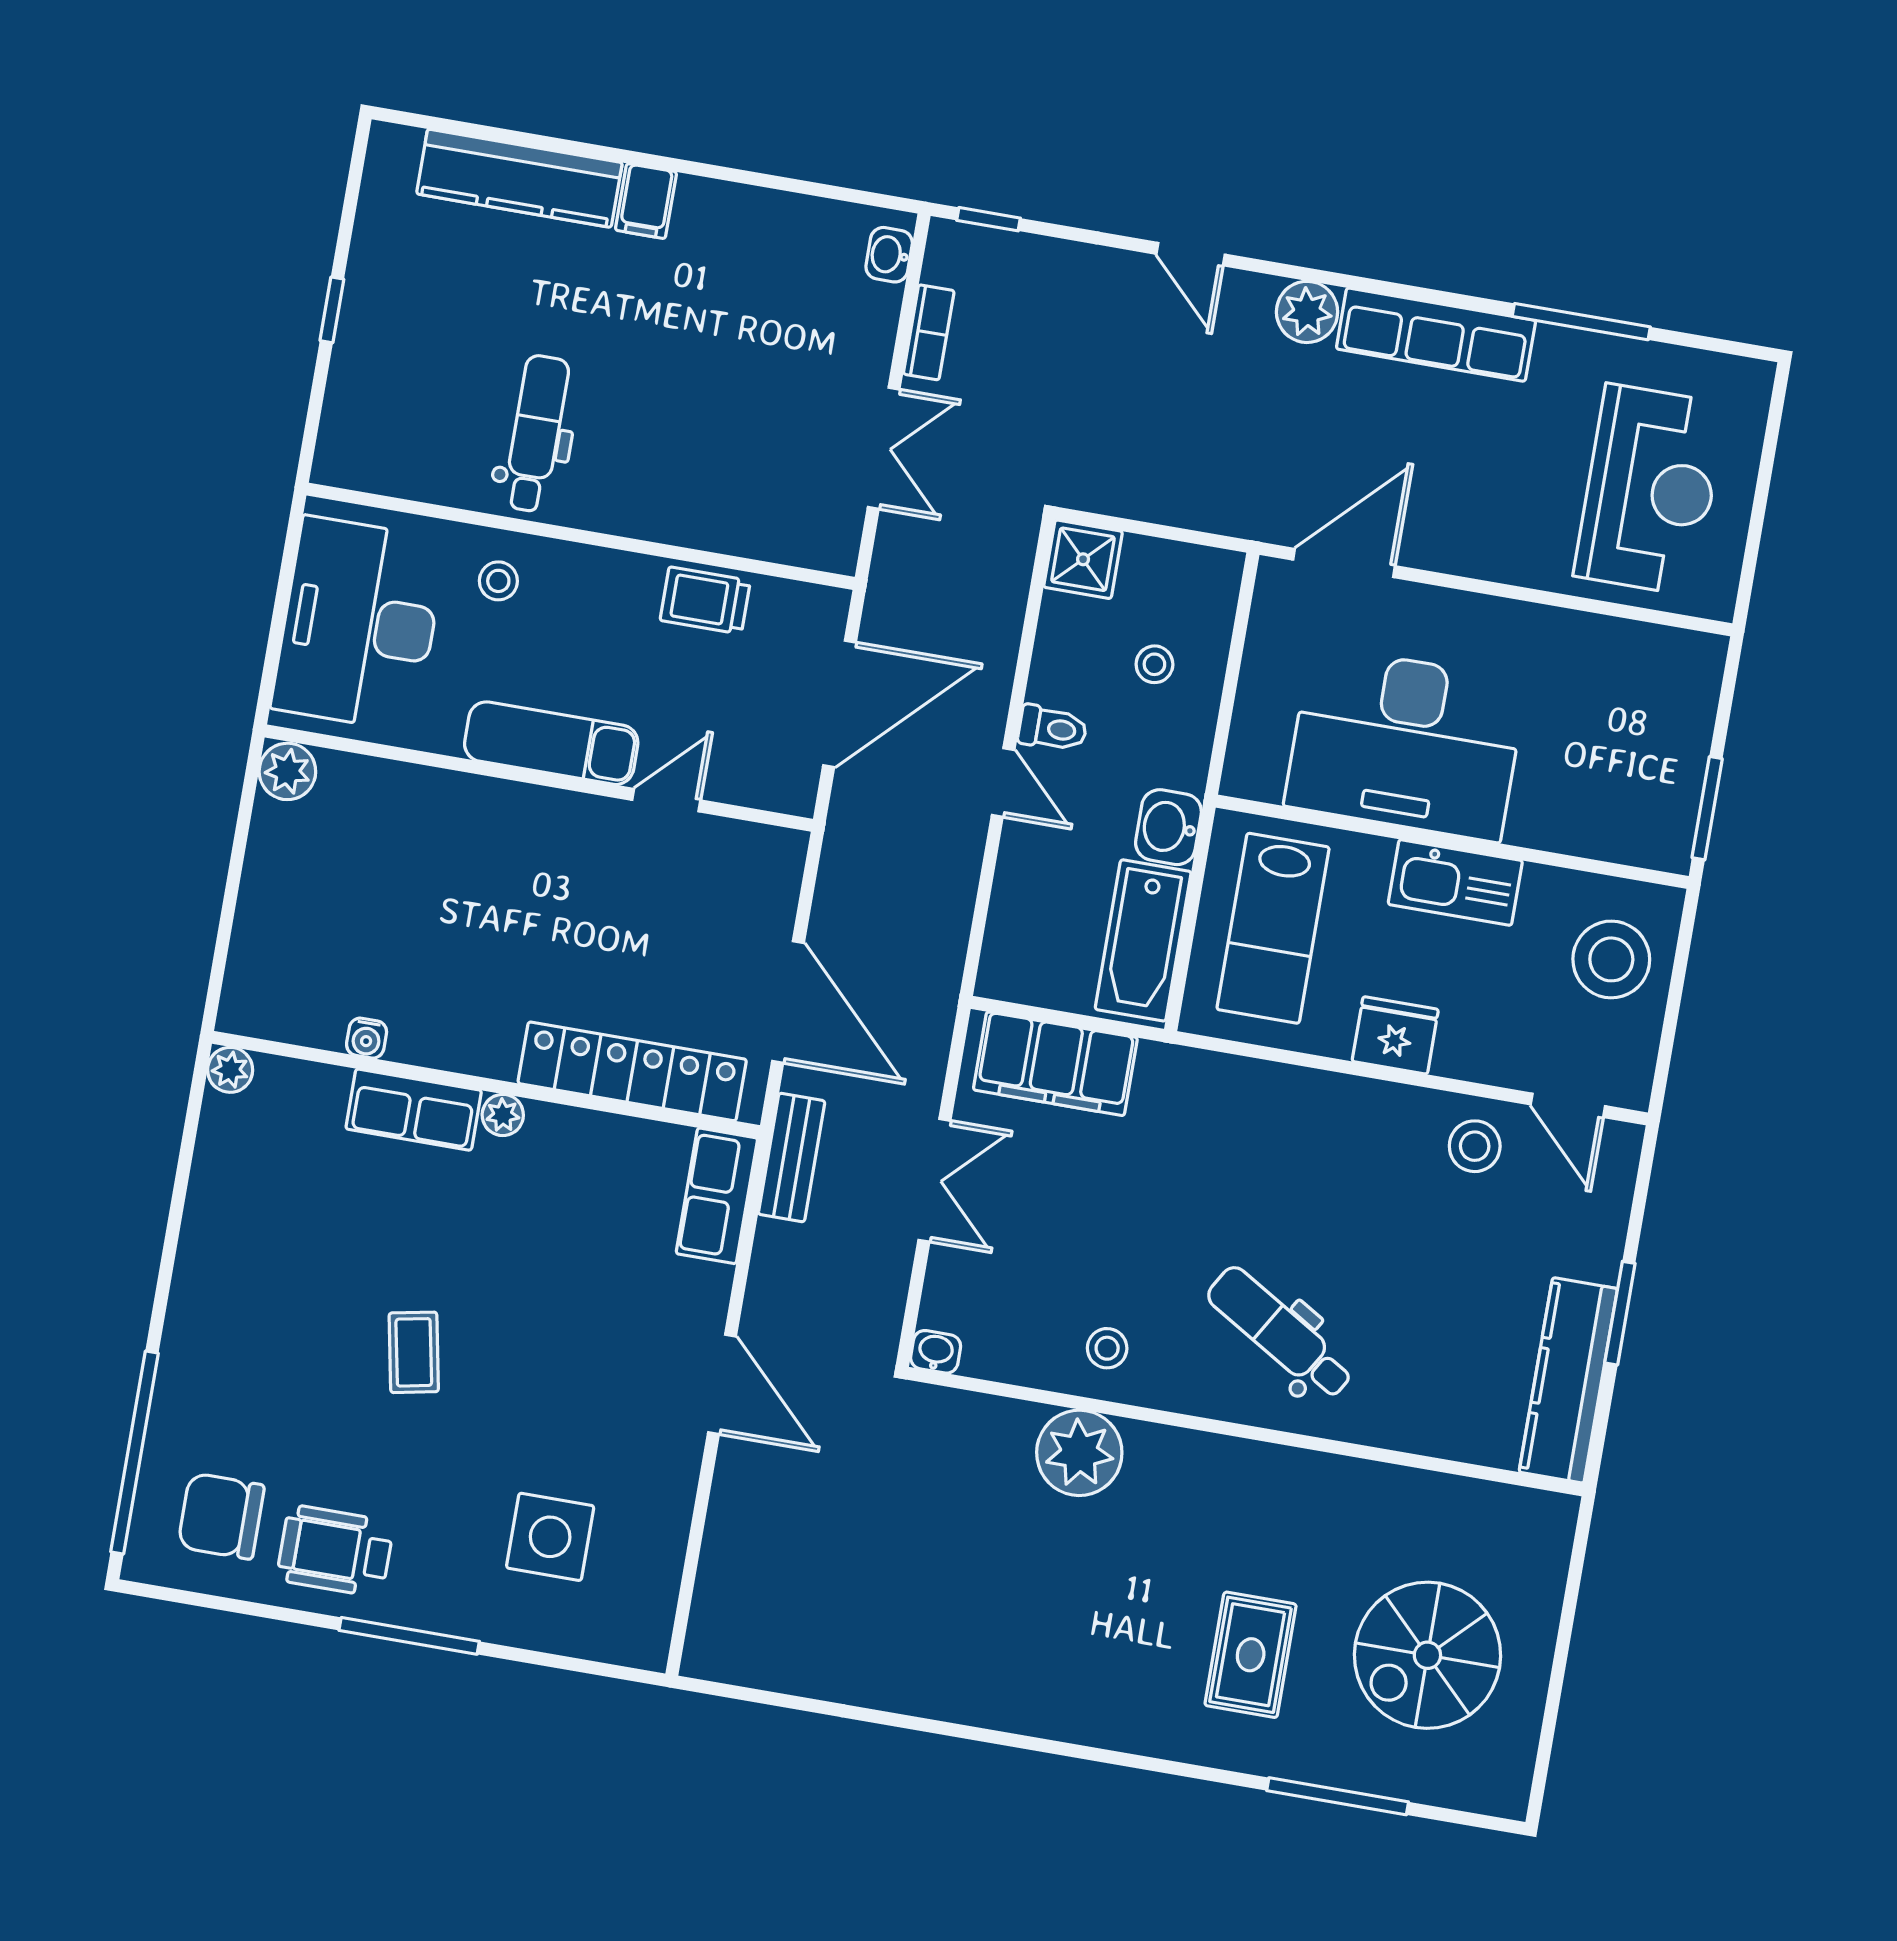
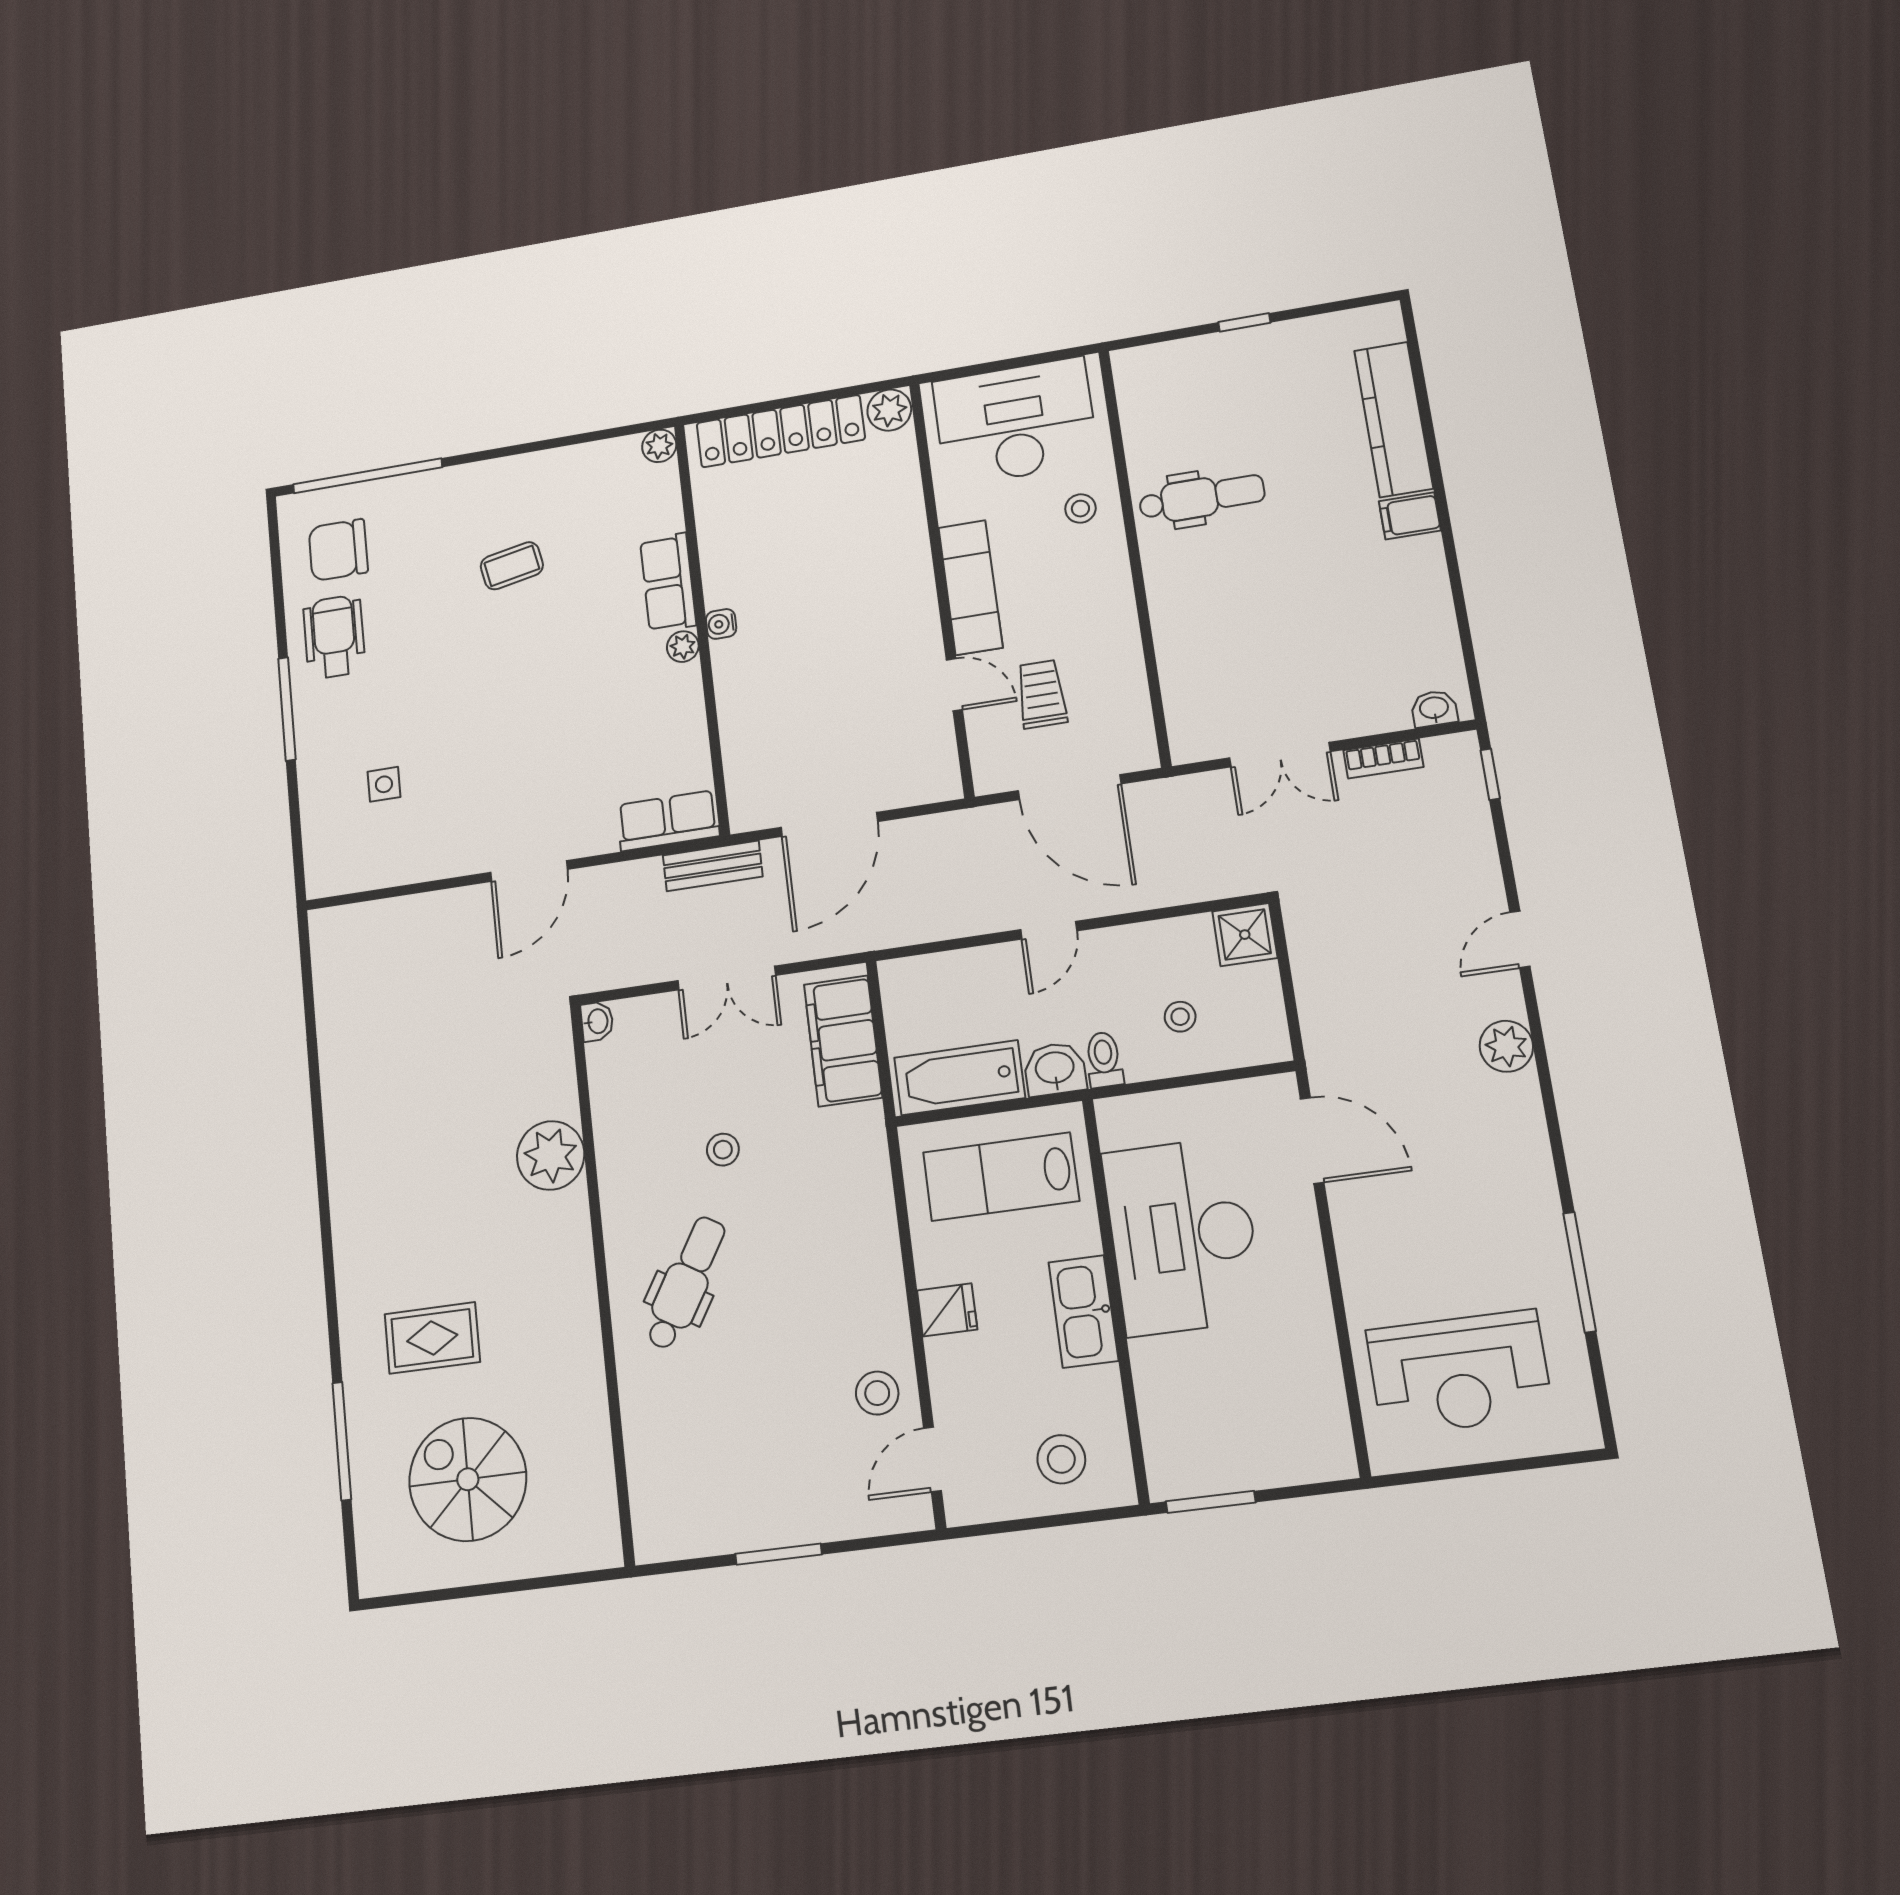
row of seats: (1436, 335) -> (1525, 1156), removed
trolley: (705, 600) -> (1042, 694), moved
toilet: (1053, 728) -> (1104, 1060), moved, turned 180
stool: (1611, 959) -> (1061, 1459), width x0.73, depth x0.73
fridge: (1395, 1035) -> (947, 1310), width x0.72
water cooler: (367, 1038) -> (721, 624), moved
locker: (632, 1071) -> (781, 431), moved, turned 90
stool: (1107, 1348) -> (723, 1150), moved
coffee table: (414, 1352) -> (512, 566), moved
kitchen counter: (1568, 1380) -> (713, 1528), removed
chair: (221, 1516) -> (338, 550), turned -90
side table: (550, 1537) -> (384, 784), width x0.54, depth x0.54

